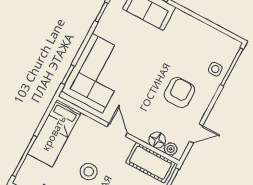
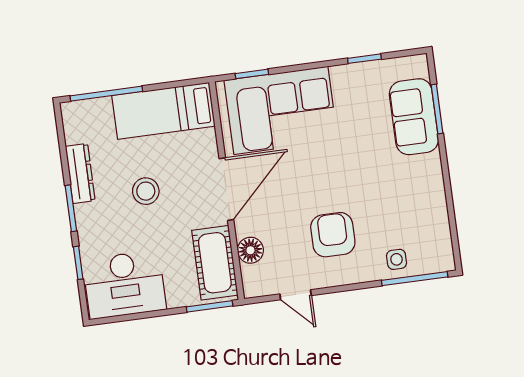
armchair: (179, 92) -> (333, 235), turned -90
door: (117, 130) -> (226, 189), width x1.87
plant: (171, 149) -> (252, 276), removed

